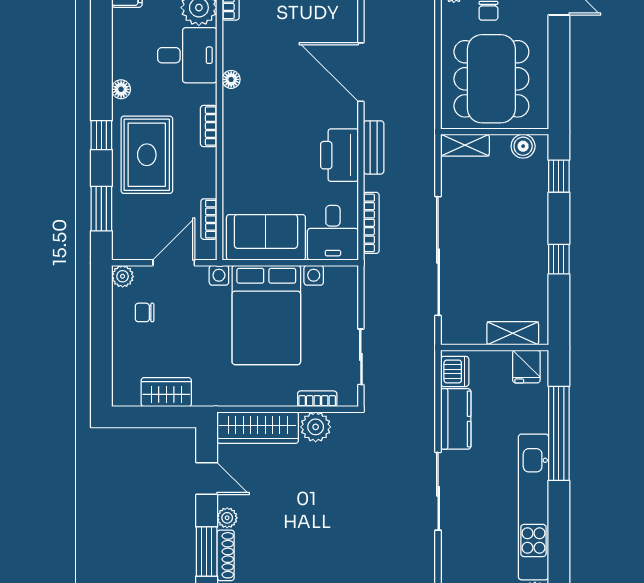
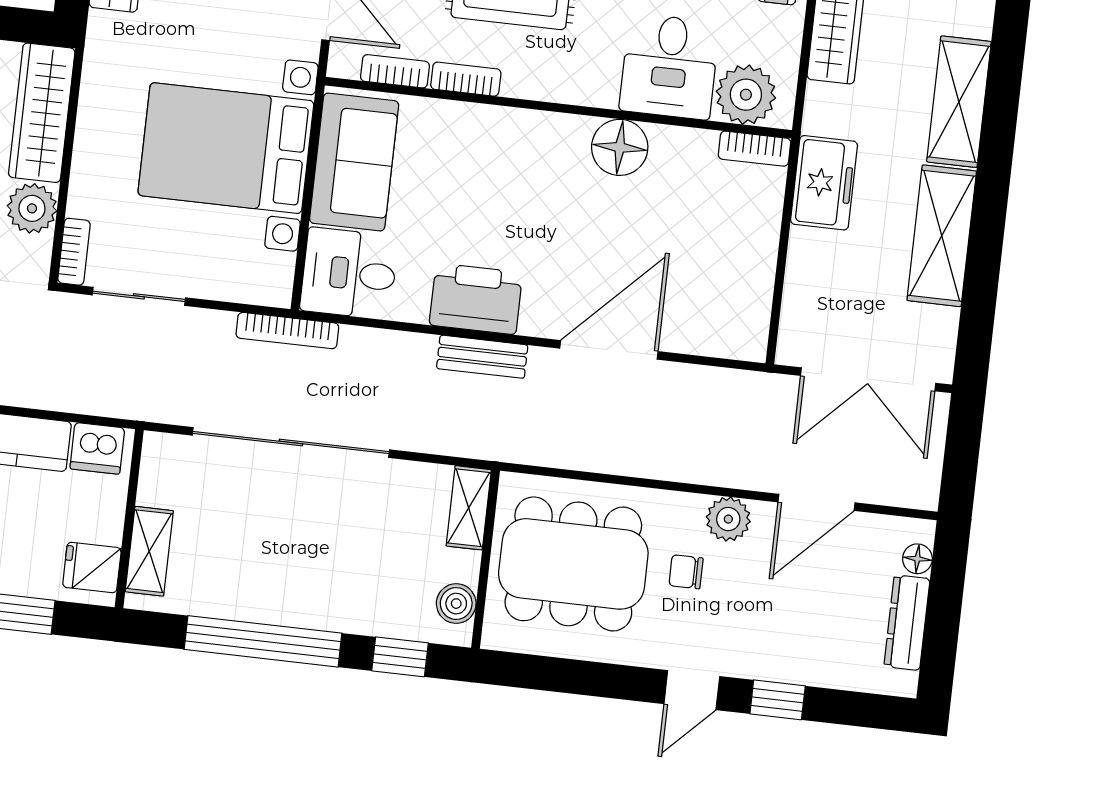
floor lamp: (231, 79) -> (620, 147), width x1.89, depth x1.89
bookcase: (209, 126) -> (466, 79), moved
bookcase: (371, 223) -> (287, 331), moved
window: (559, 259) -> (263, 641), width x3.17
bookcase: (317, 399) -> (74, 252), moved

